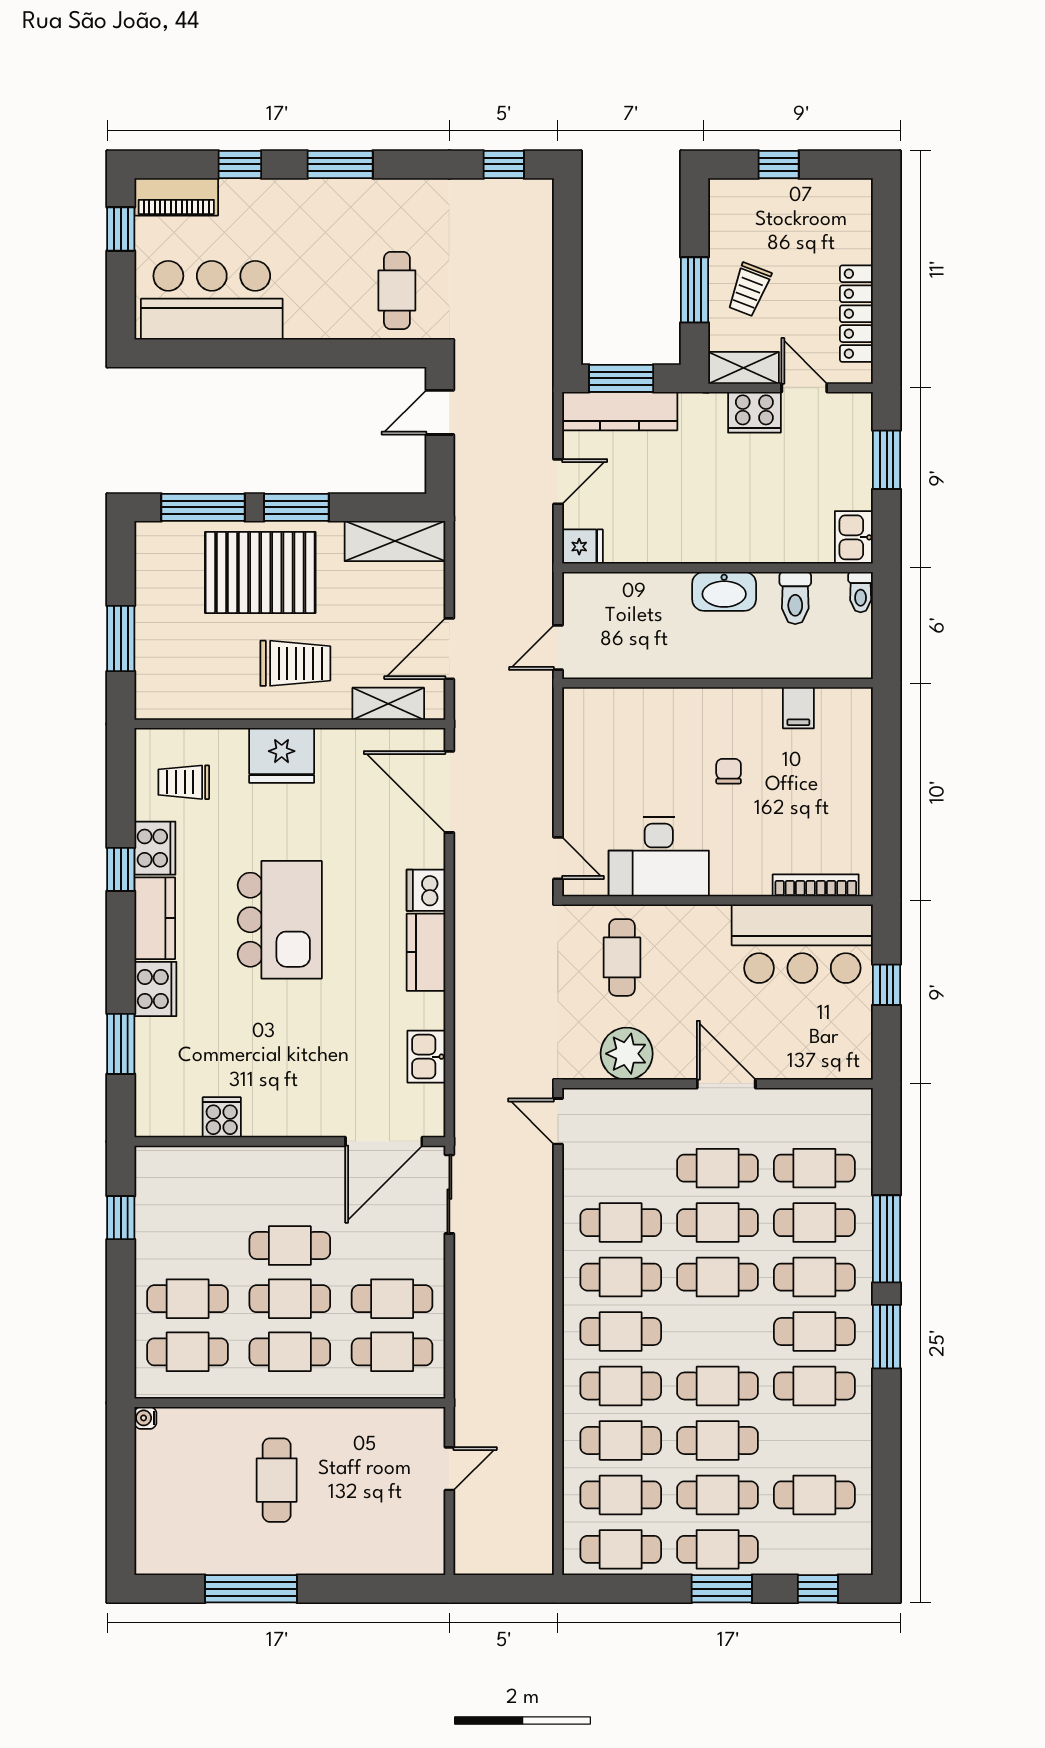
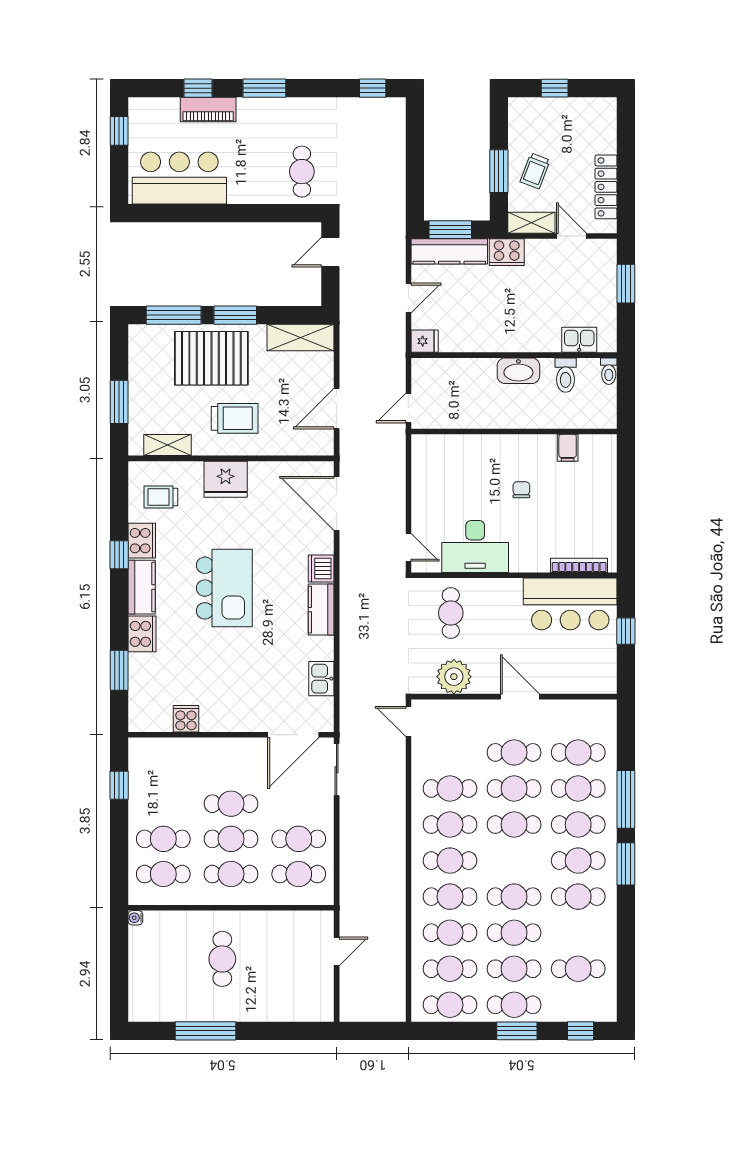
piano: (176, 197) -> (208, 110), moved
cooker: (754, 412) -> (507, 252), moved
kitchen sink: (854, 537) -> (579, 340), moved, turned 90
shelving: (388, 704) -> (167, 445), moved

